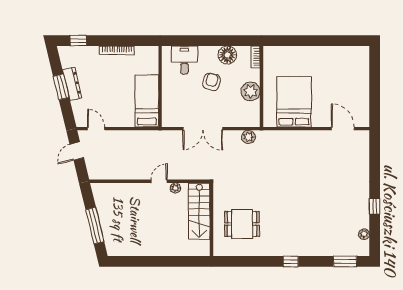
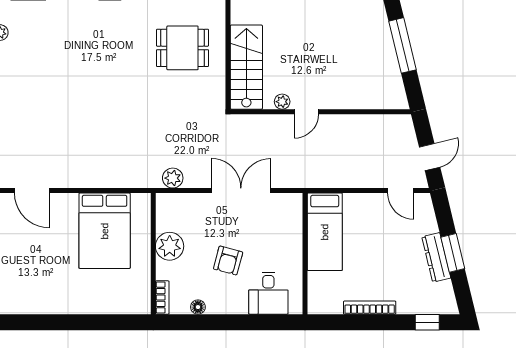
floor lamp: (227, 55) -> (198, 307), width x0.53, depth x0.53

